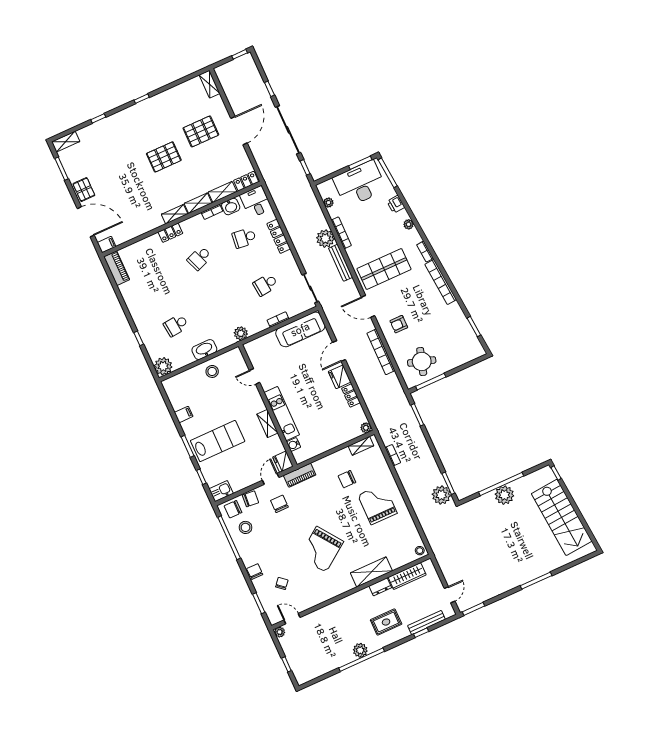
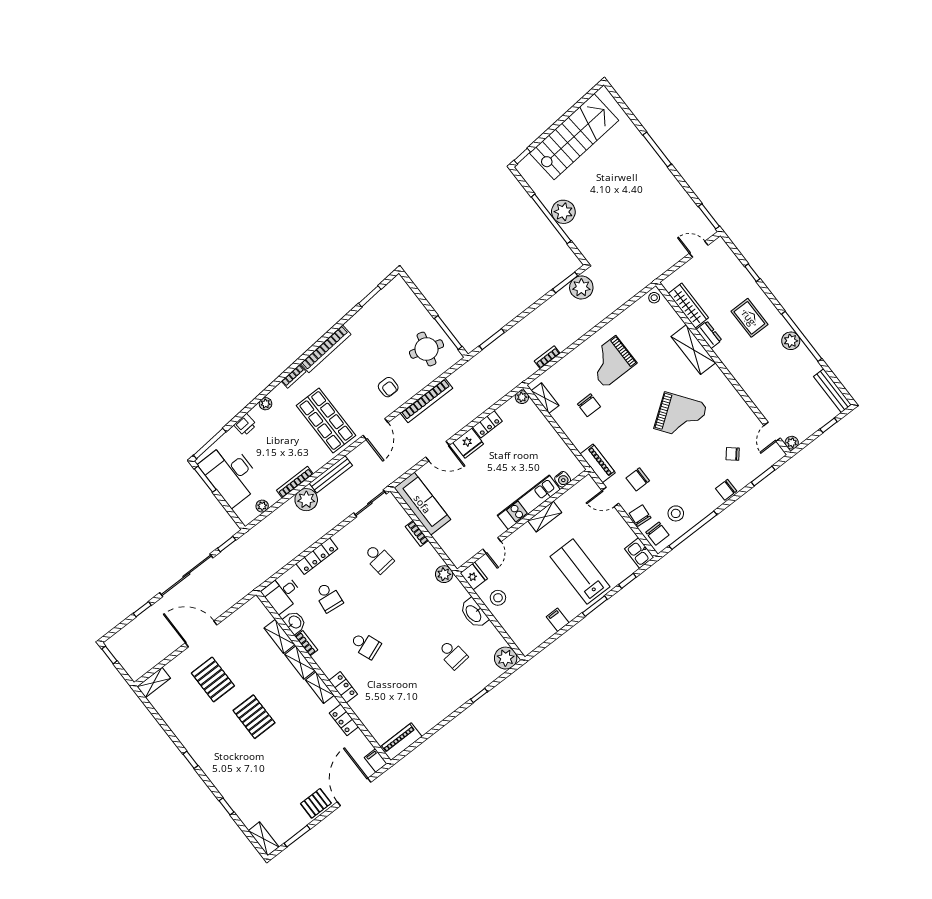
locker: (246, 181) -> (344, 720), moved
fridge: (283, 462) -> (474, 576), moved, turned -90
bench: (426, 623) -> (832, 391), moved

